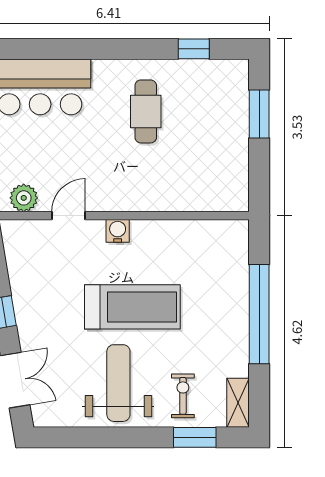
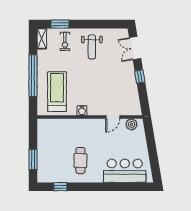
water cooler: (118, 231) -> (82, 111), moved
treadmill: (132, 307) -> (57, 92), moved, turned 90
weight bench: (118, 383) -> (92, 47), width x0.73, depth x0.75

